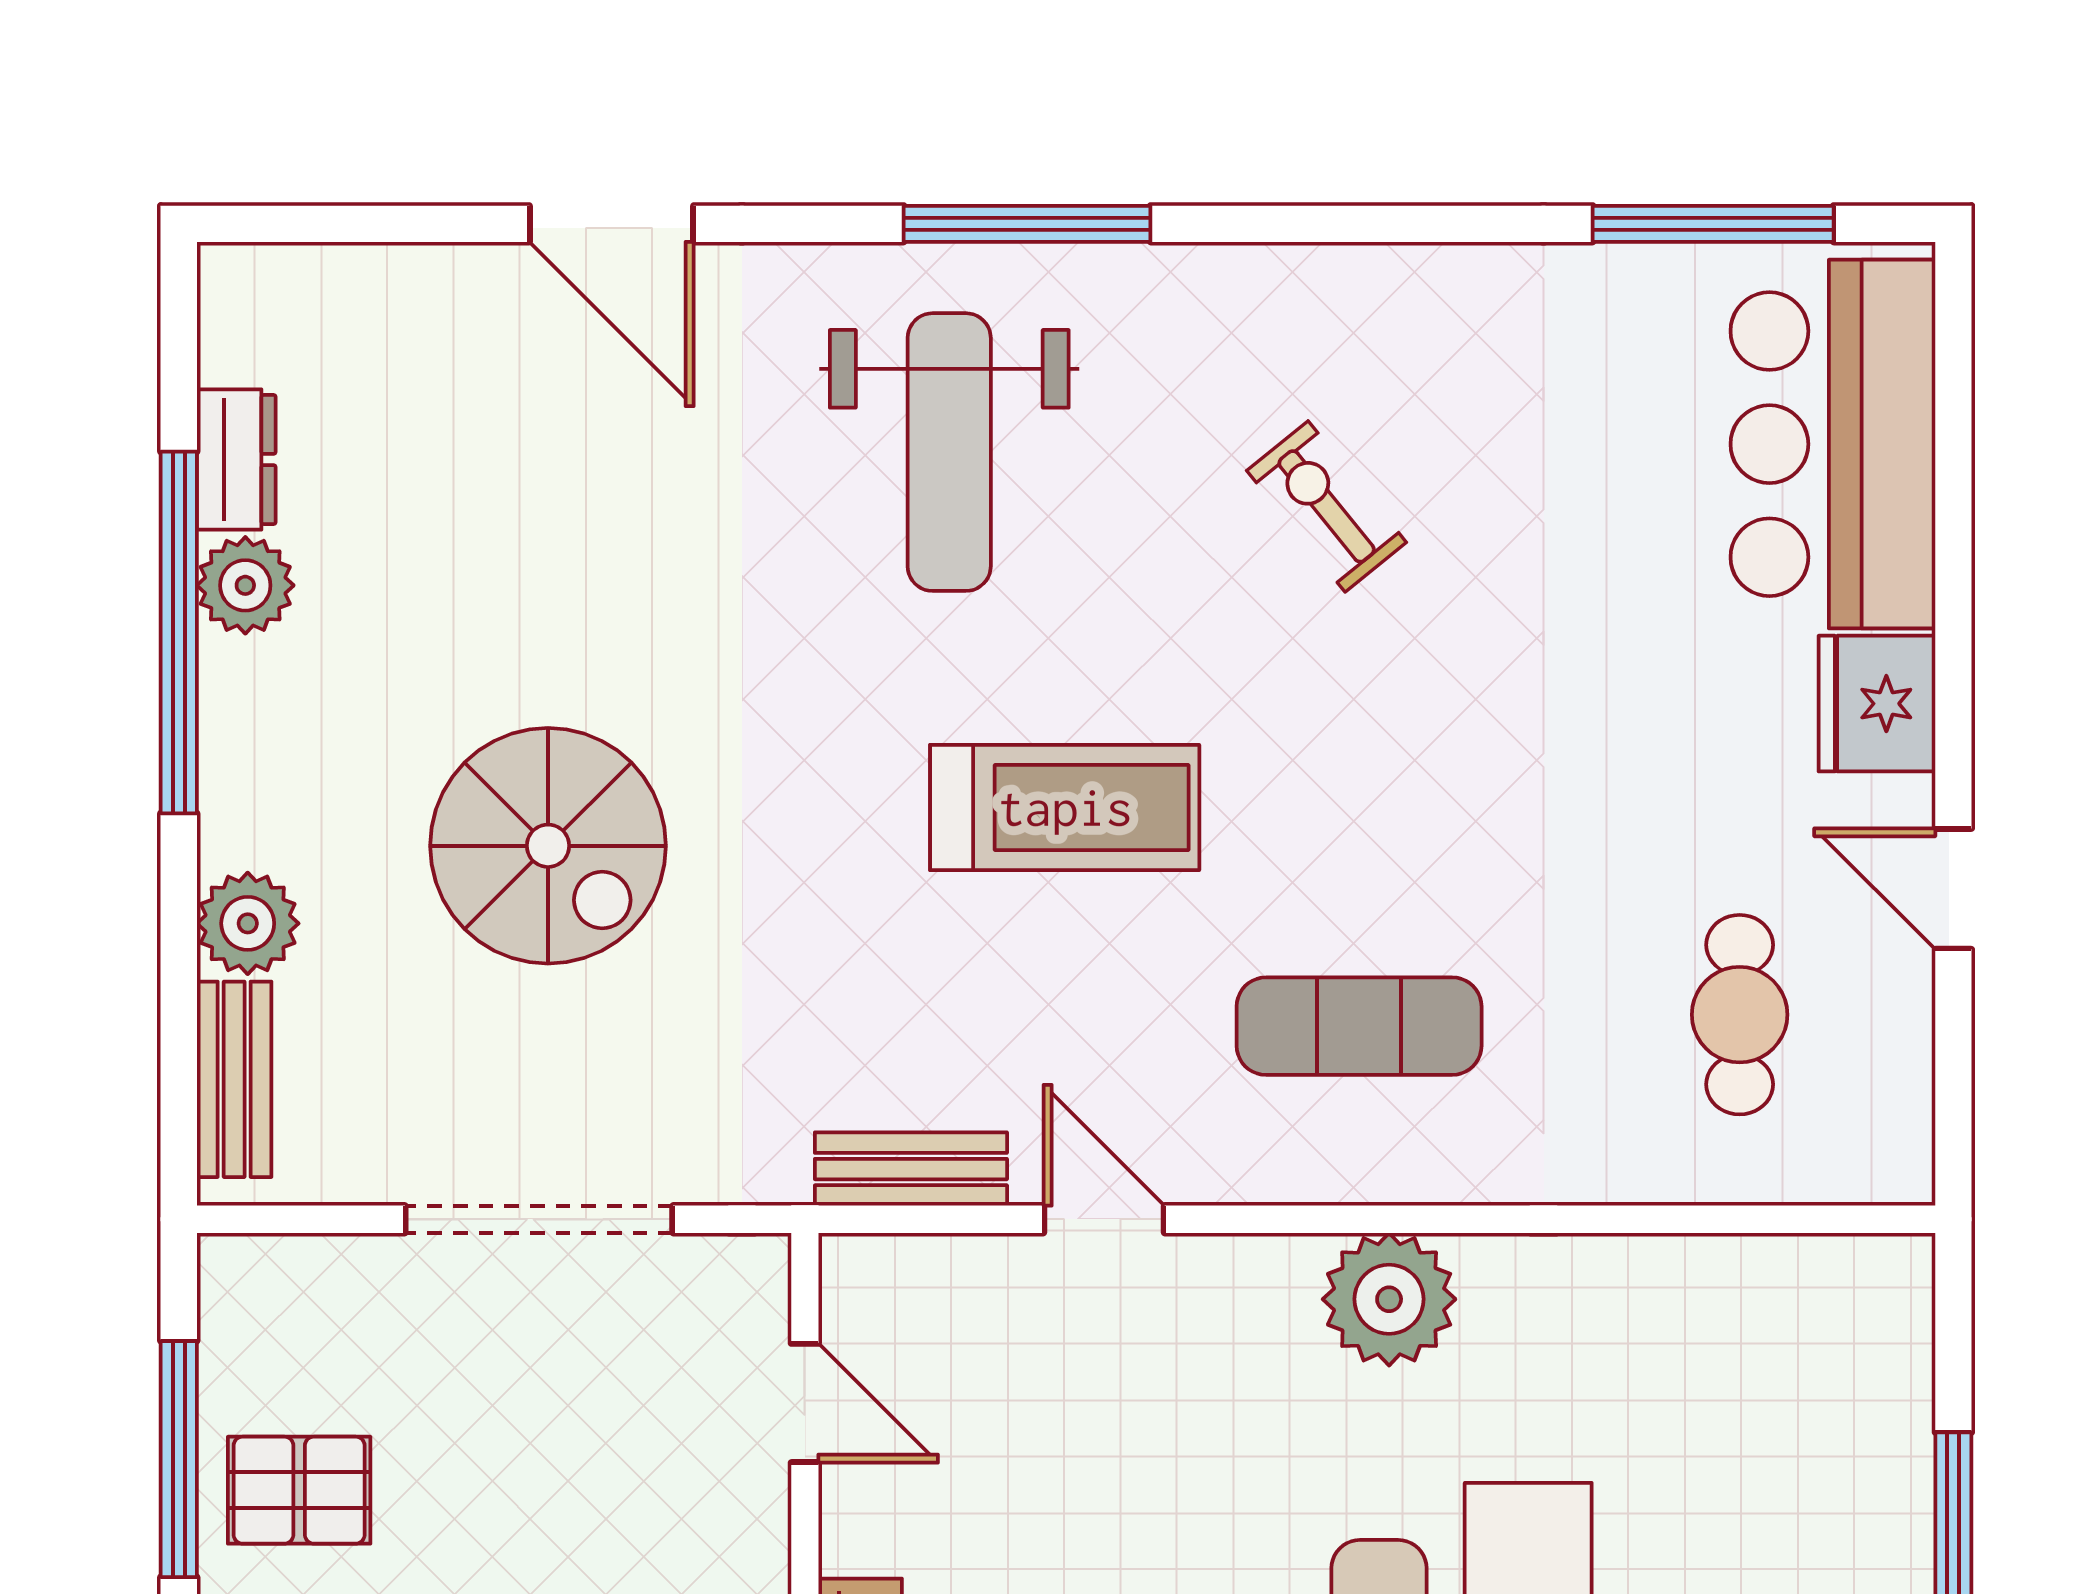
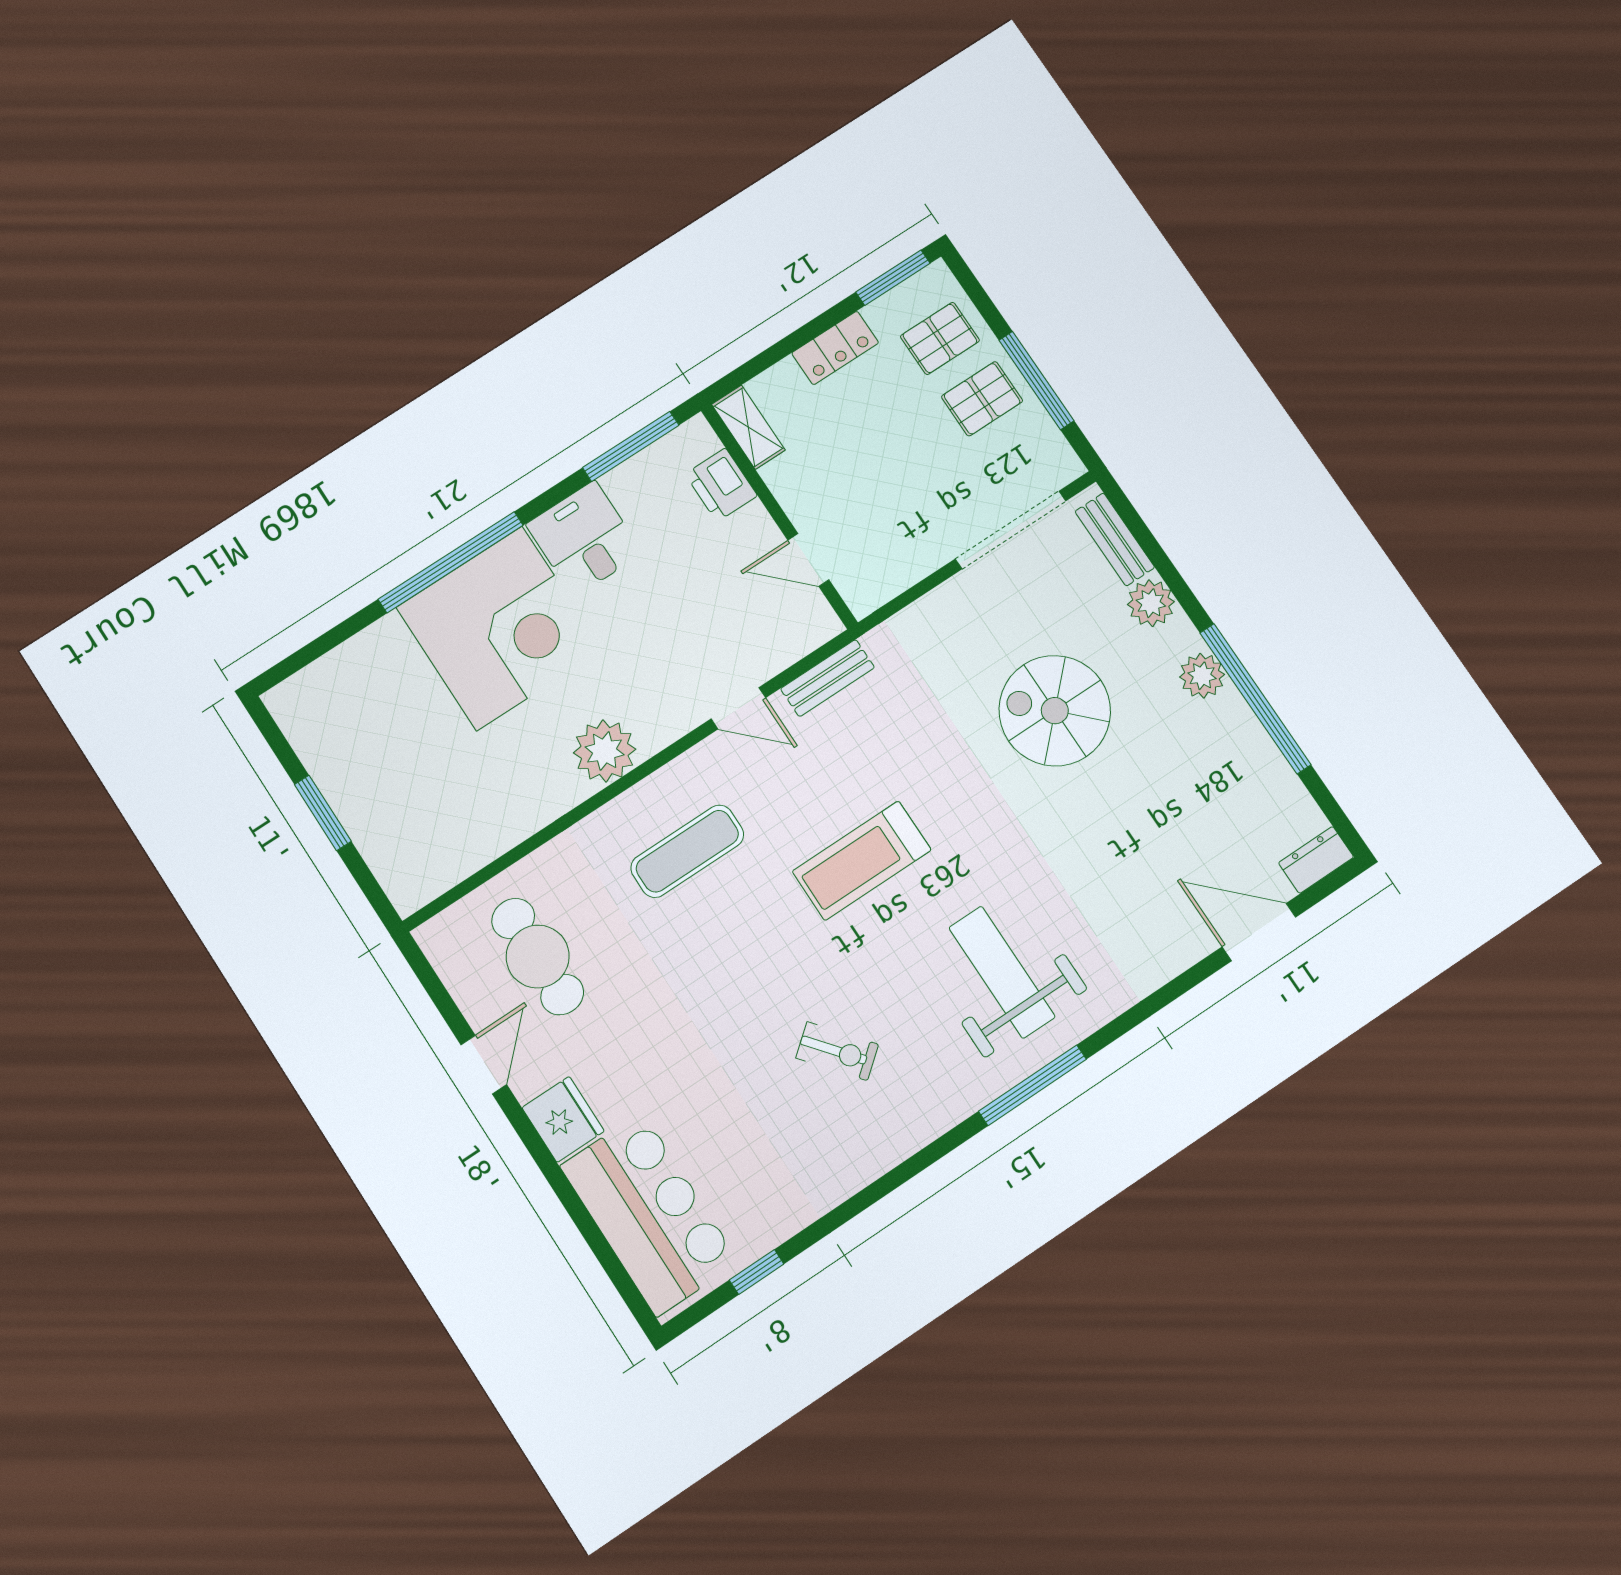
door: (611, 224) -> (1259, 932), moved
window: (1713, 224) -> (757, 1272), width x0.46
dresser: (236, 460) -> (1316, 860), moved, turned 90
plant: (245, 585) -> (1202, 676), moved
door: (1953, 889) -> (484, 1065), hinge flipped
cafe table: (1740, 1015) -> (538, 957), width x1.37, depth x1.35
doorway: (539, 1219) -> (1010, 530), moved

